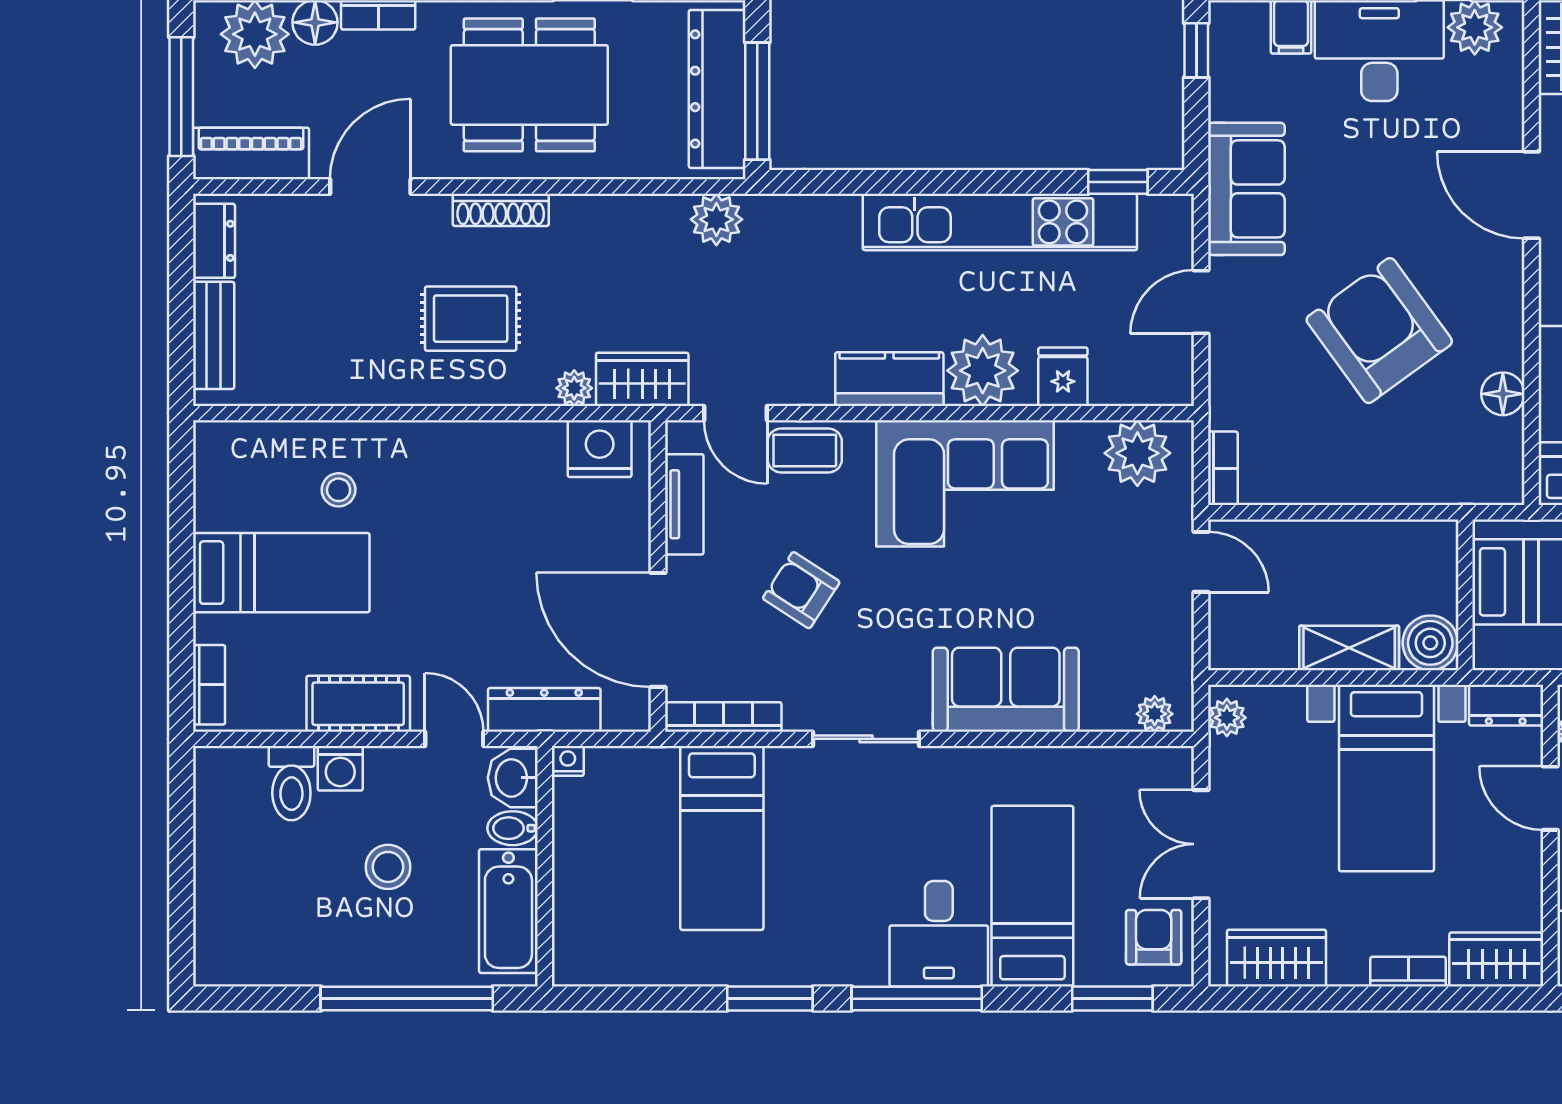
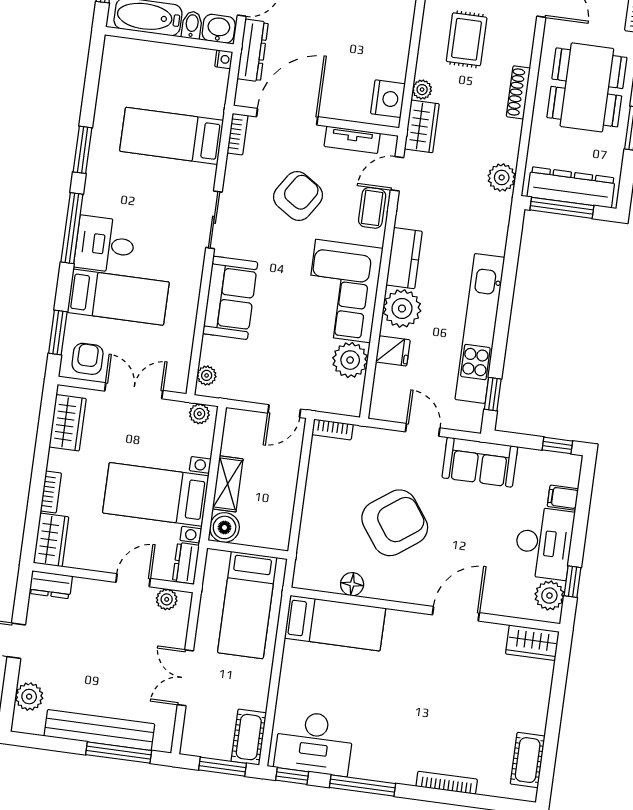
shoe rack: (501, 210) -> (518, 92), moved
plant: (1137, 453) -> (350, 360), moved
armchair: (801, 590) -> (298, 196), width x1.38, depth x1.38
bookcase: (723, 717) -> (238, 134), width x0.64
armchair: (1154, 937) -> (88, 359), turned -90

